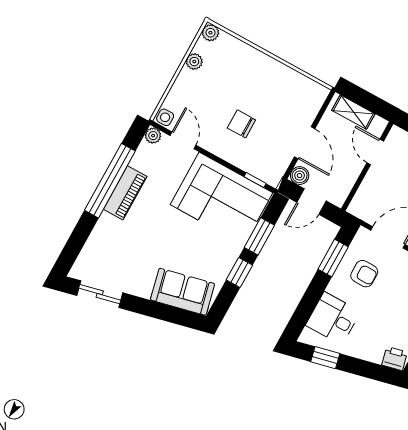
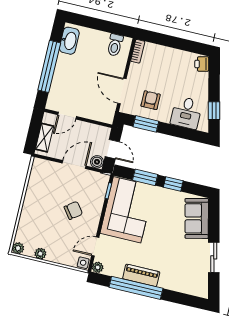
chair: (241, 124) -> (73, 210), turned -127
sliding door: (100, 294) -> (214, 257), moved

